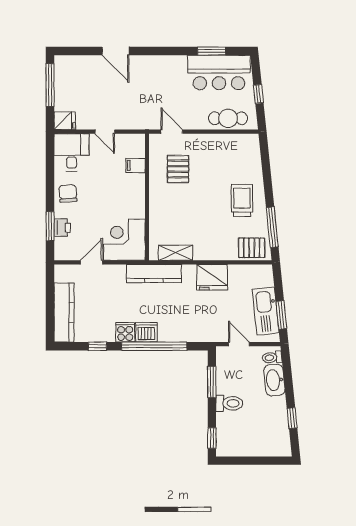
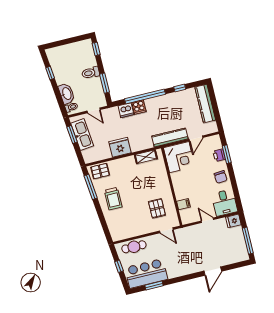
door: (116, 51) -> (213, 271), swing flipped
kitchen counter: (154, 274) -> (170, 137), moved
cooker: (125, 332) -> (139, 107), moved
dishwasher: (146, 332) -> (126, 110), moved

